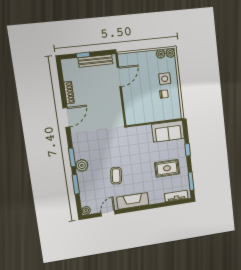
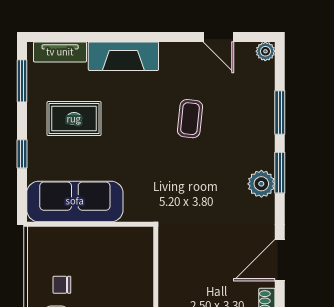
sofa: (168, 131) -> (75, 201), width x1.36
plant: (82, 165) -> (261, 184), moved
fireplace: (133, 201) -> (123, 56), moved
door: (108, 213) -> (219, 37), hinge flipped

